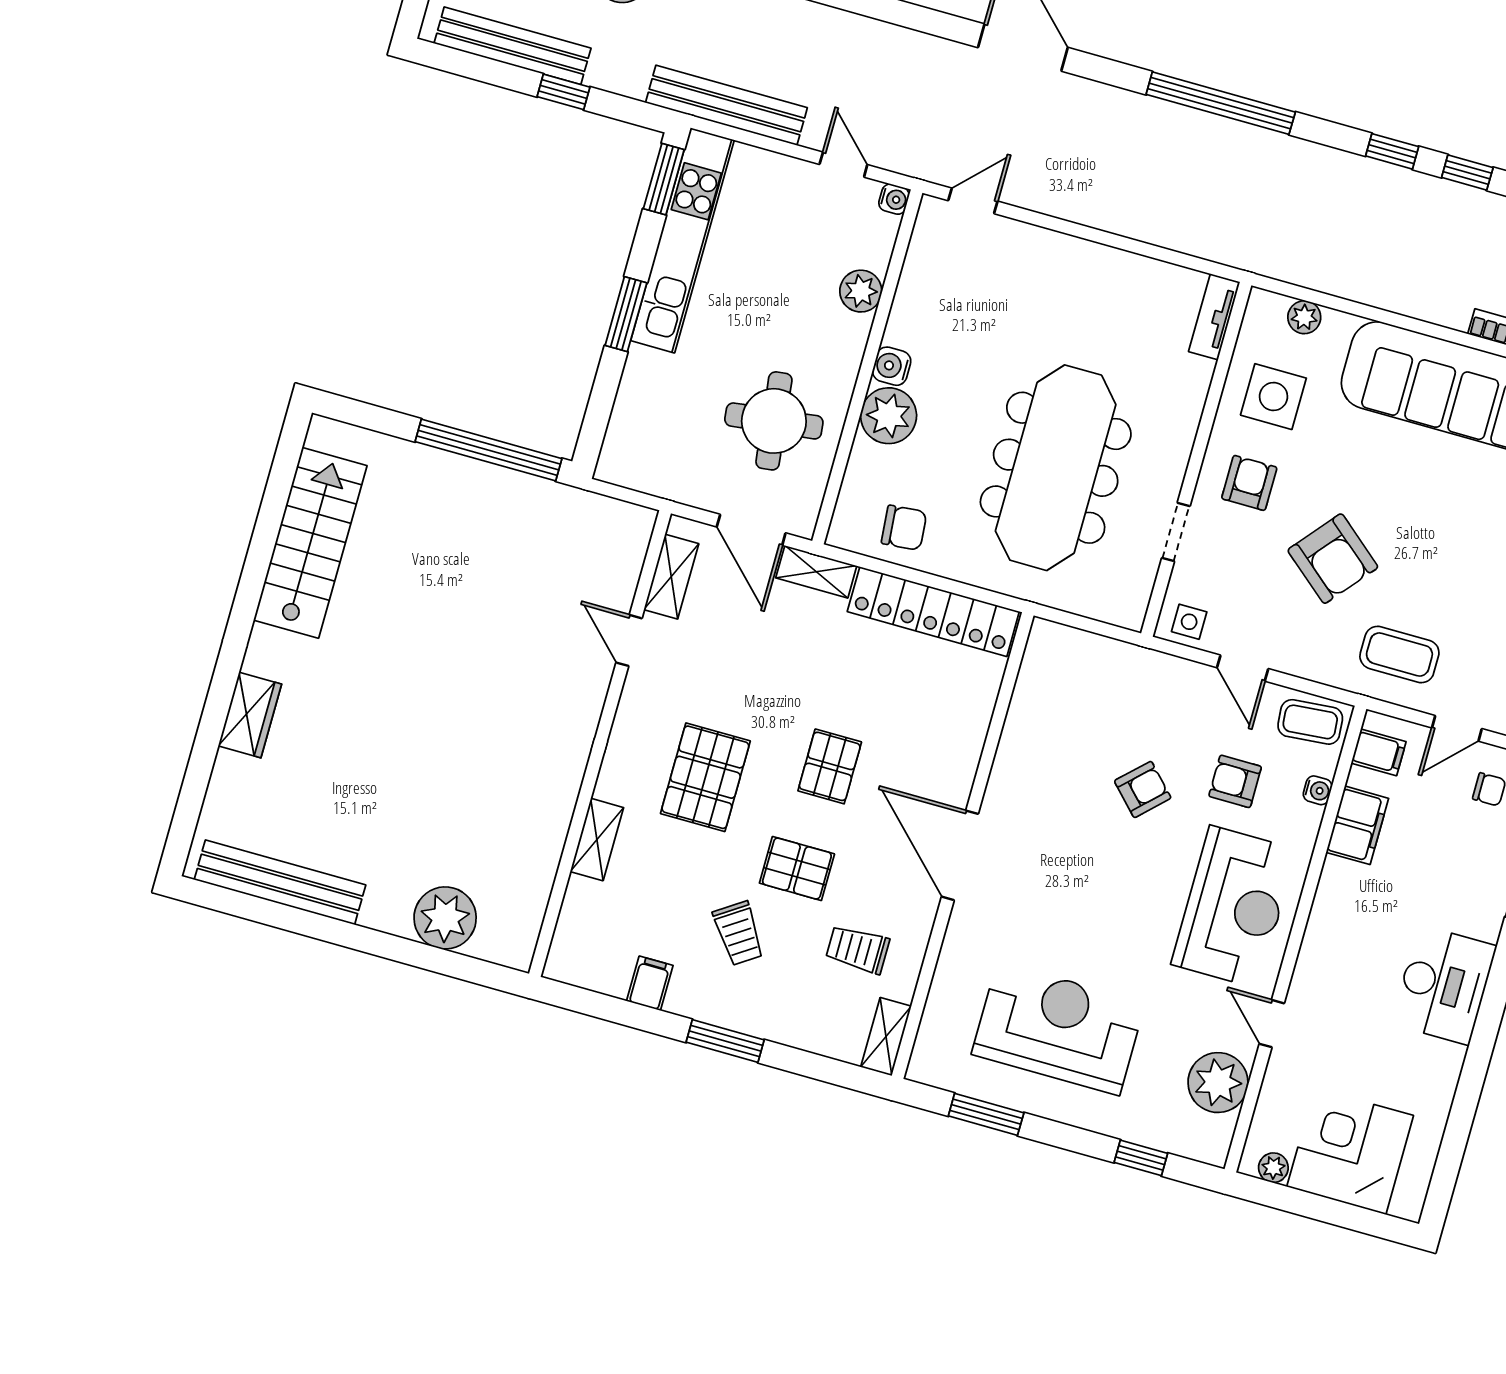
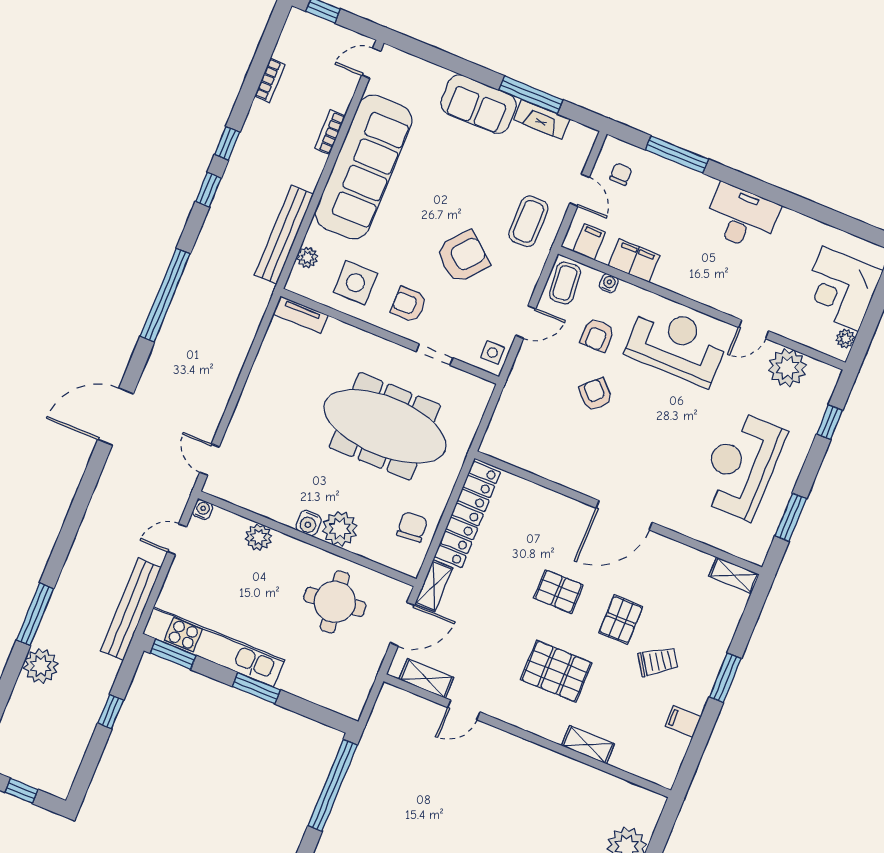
bench: (512, 46) -> (284, 235), moved
trolley: (858, 949) -> (677, 587), removed

